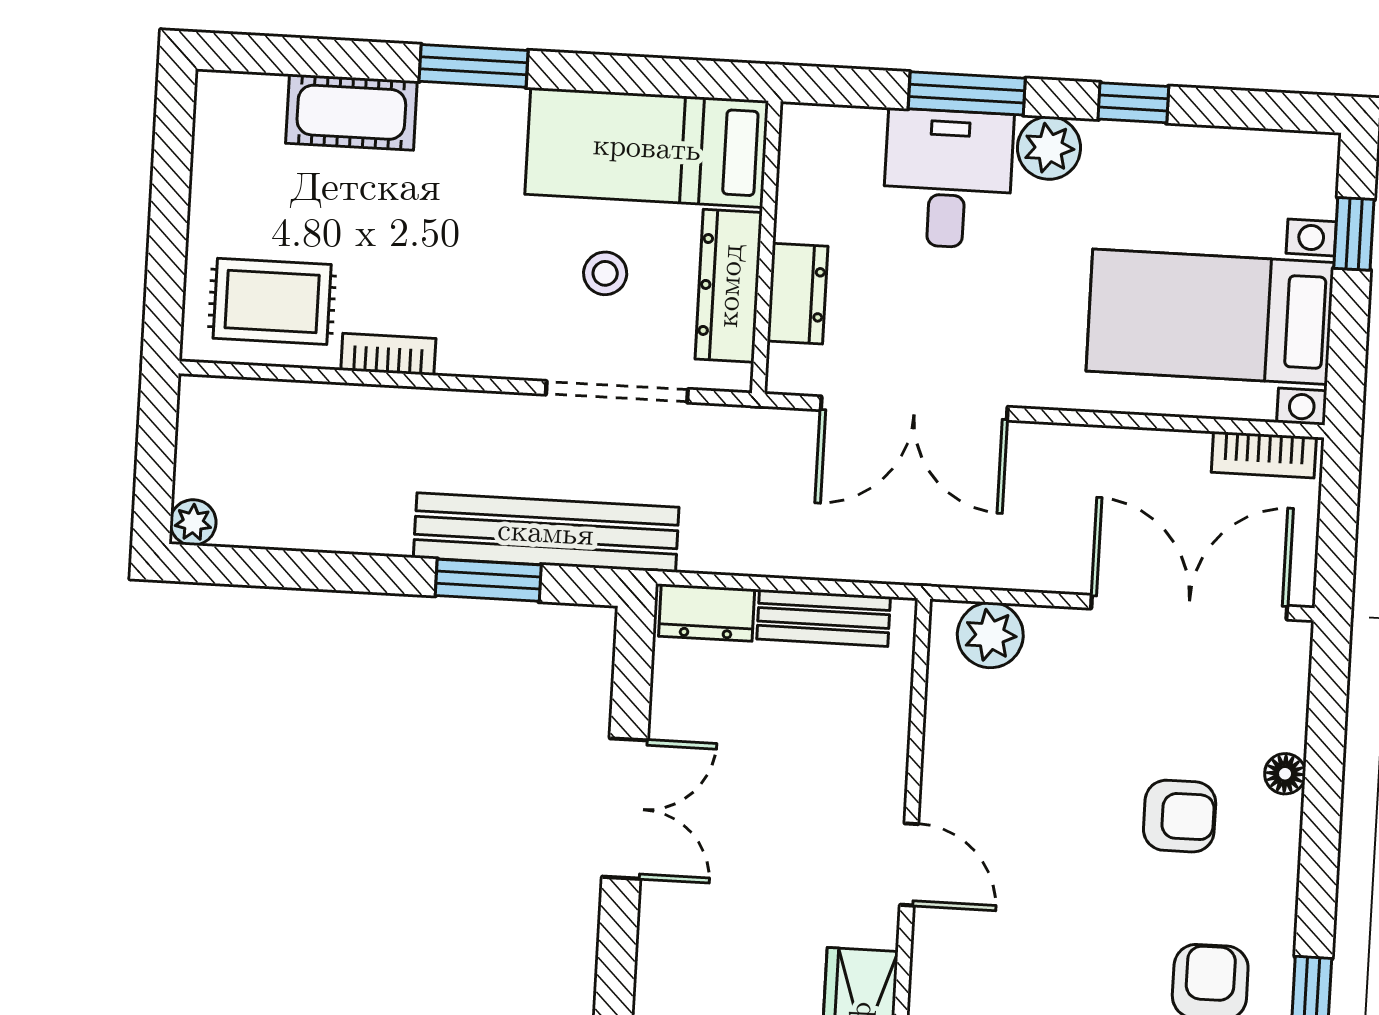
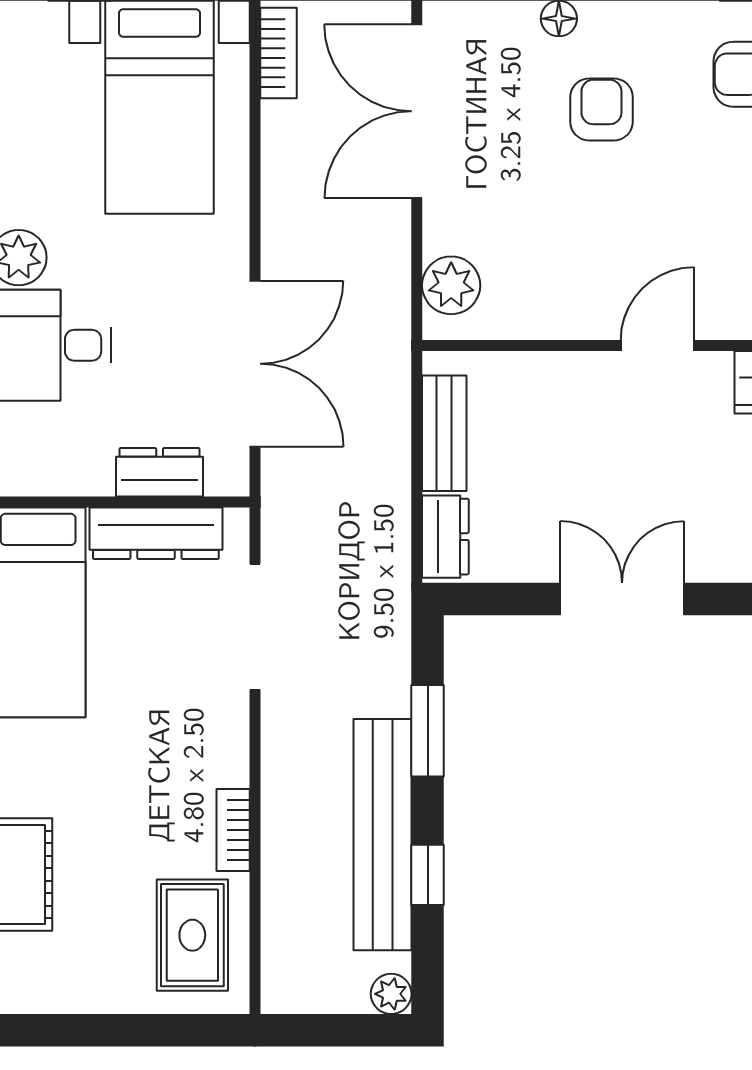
stool: (605, 273) -> (151, 643), removed
bench: (546, 532) -> (383, 835), moved
window: (325, 571) -> (428, 875), added

